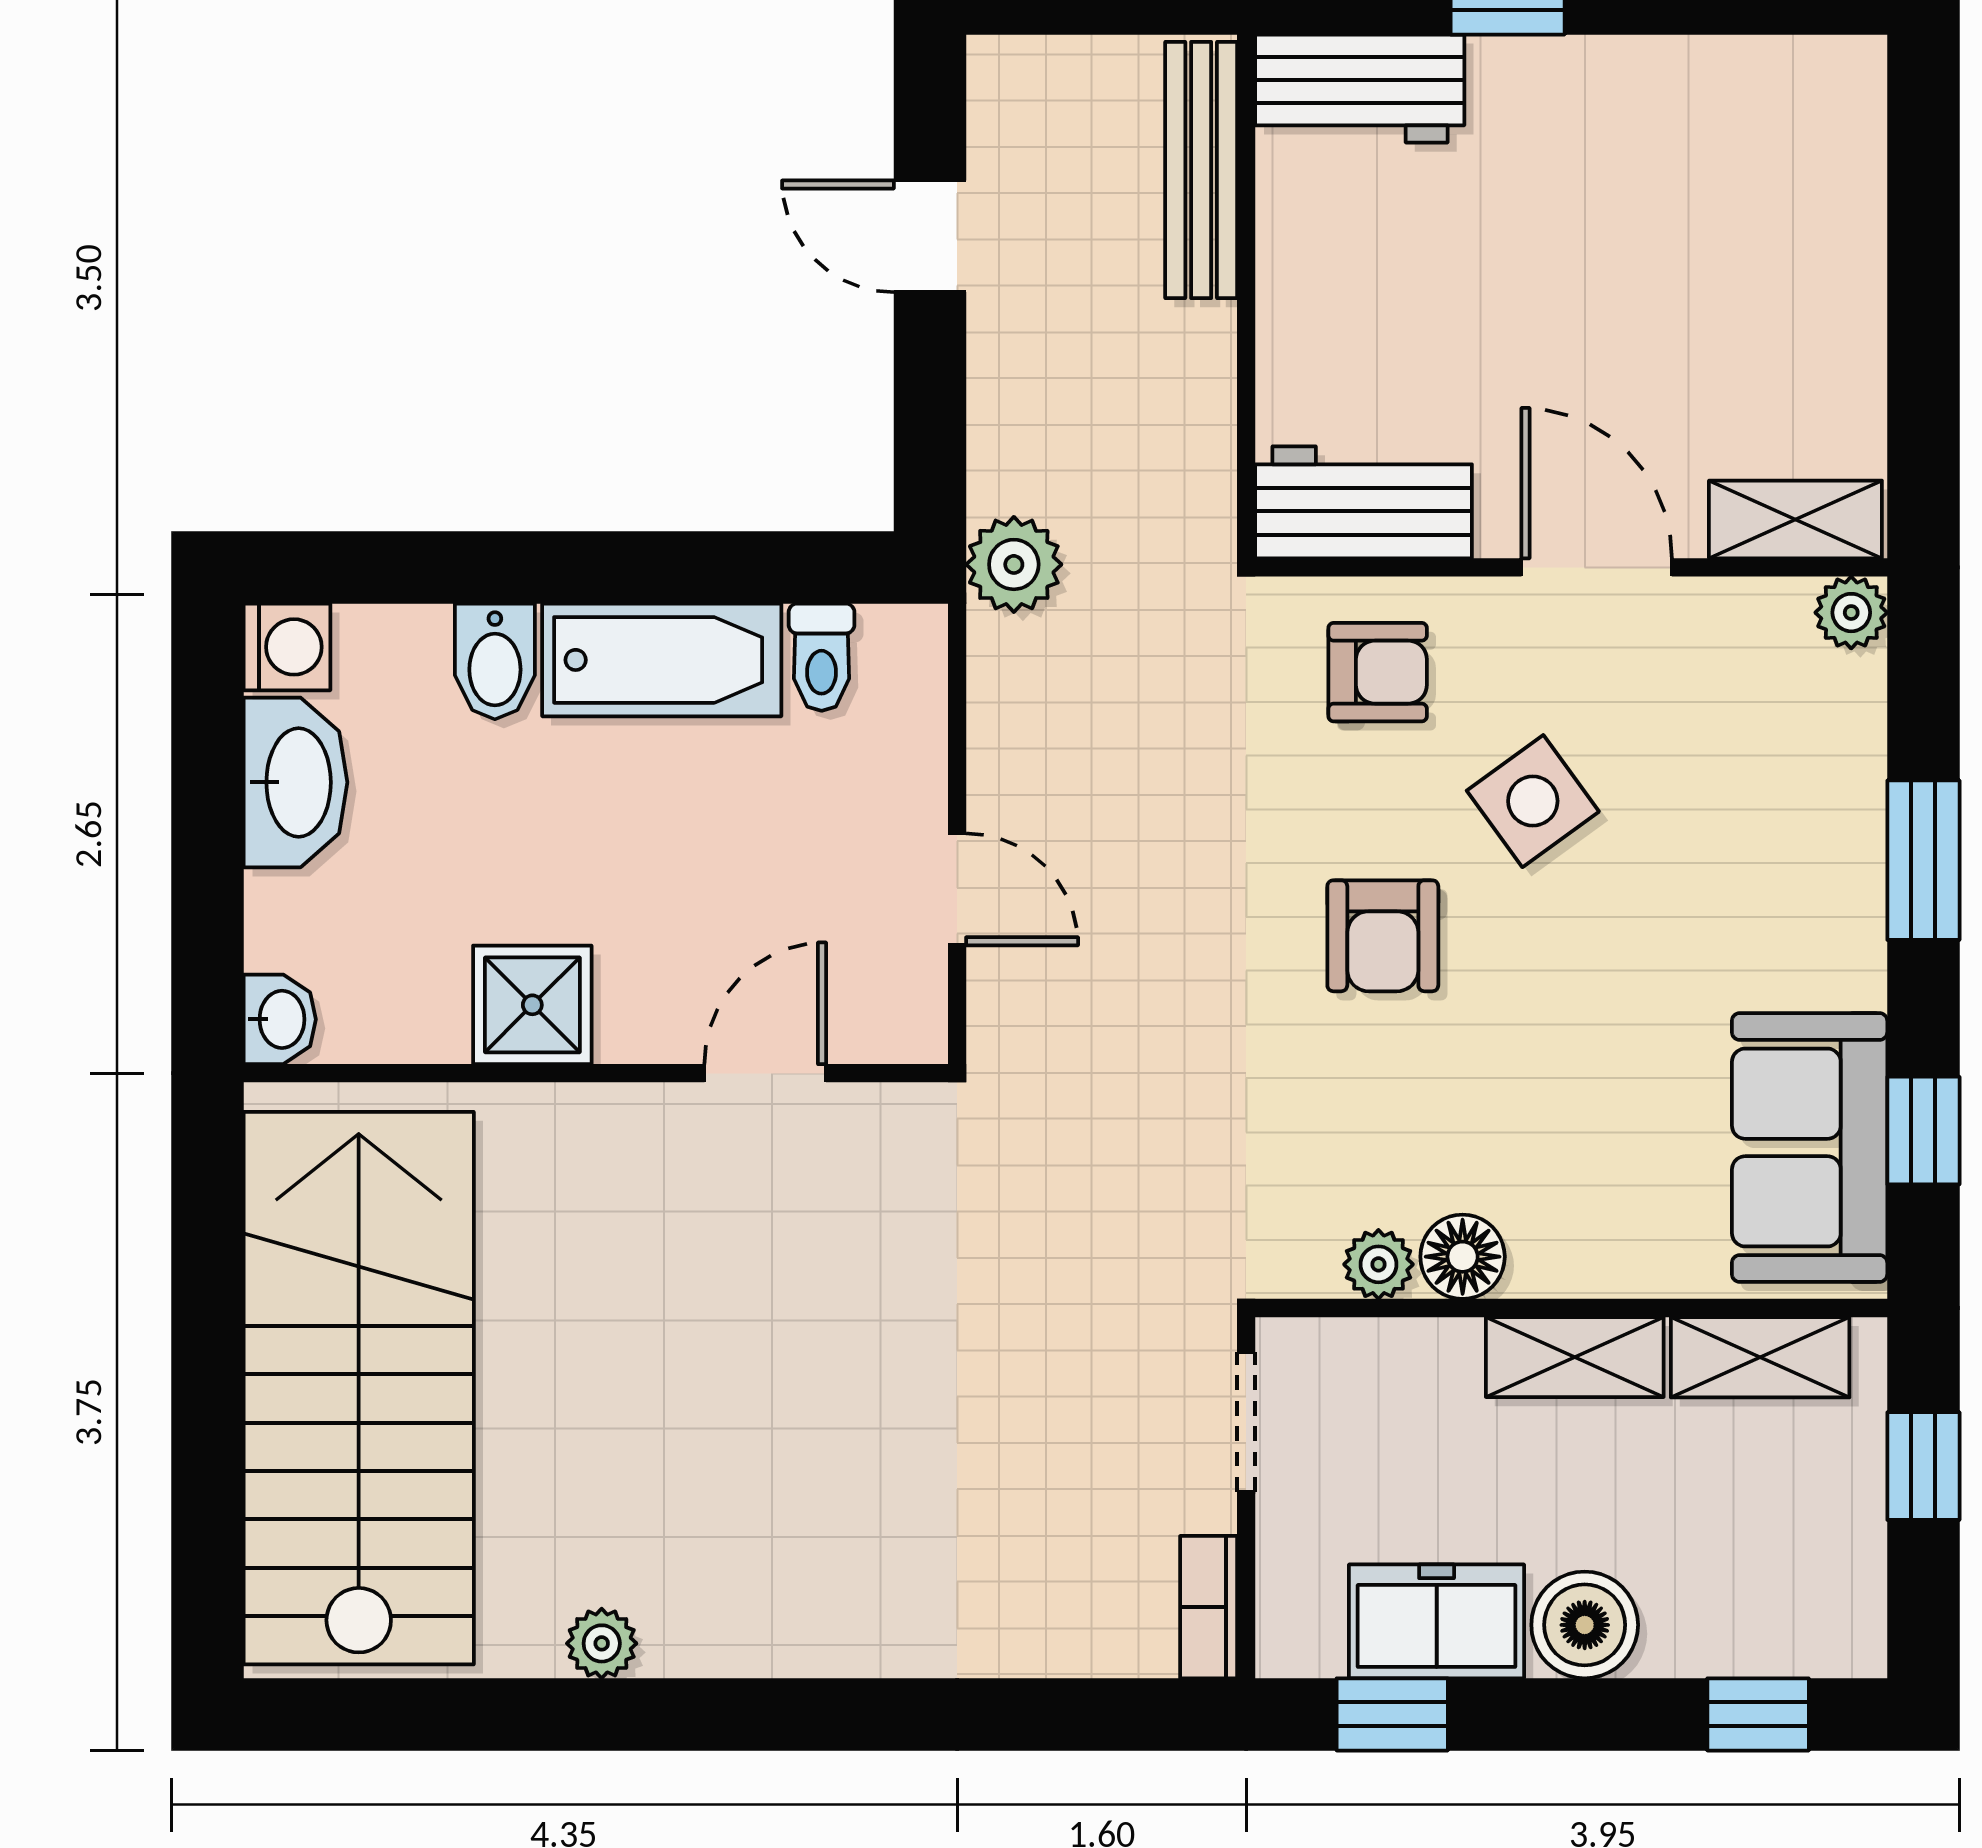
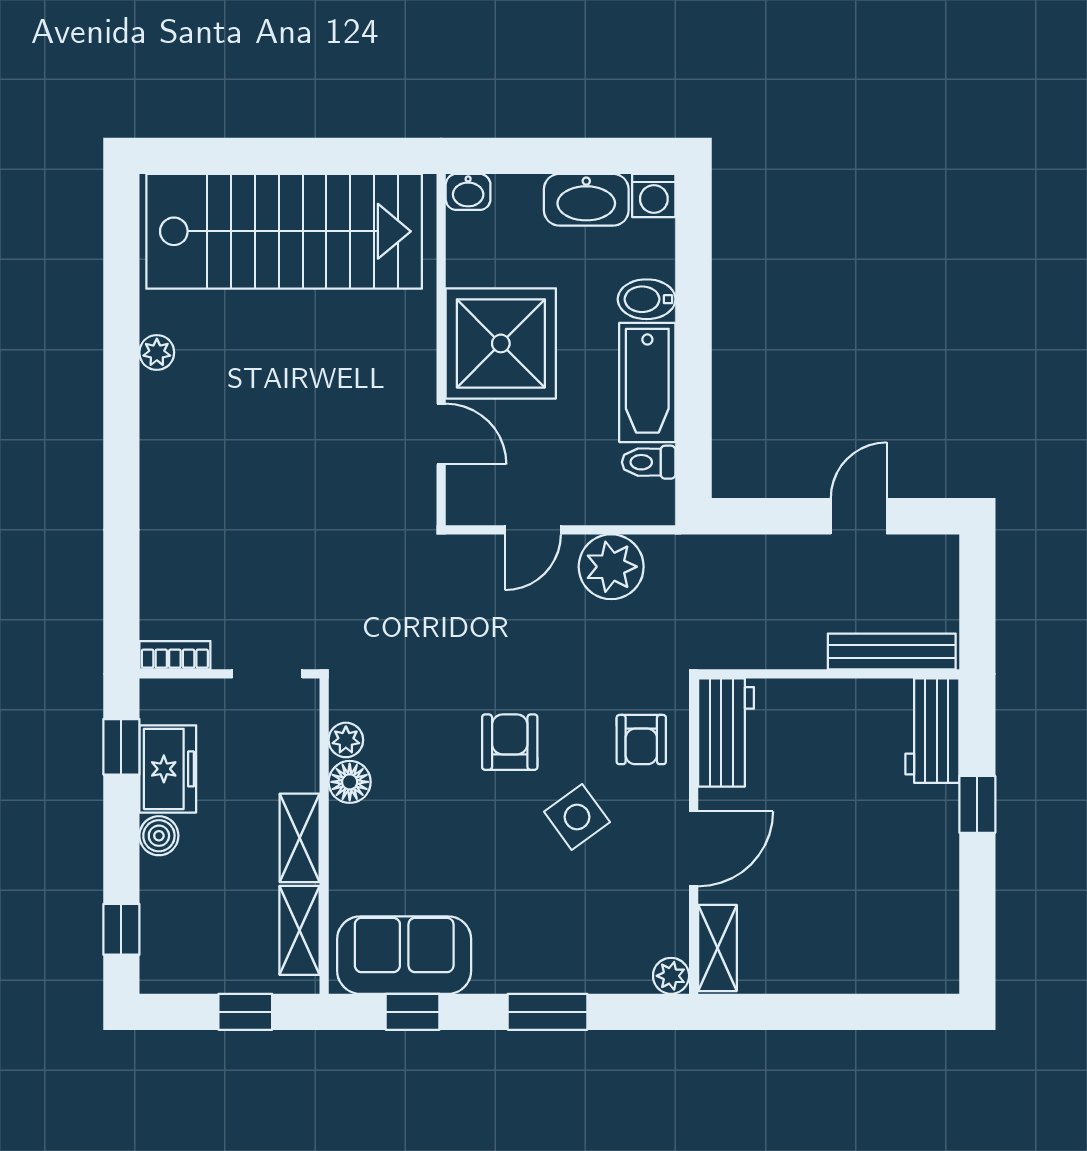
plant: (1014, 564) -> (611, 567), moved, width x1.36, depth x1.36
armchair: (1383, 936) -> (510, 742), turned 90
shower: (532, 1005) -> (501, 343), width x1.86, depth x1.86
boiler: (1585, 1625) -> (159, 836), width x0.73, depth x0.73

